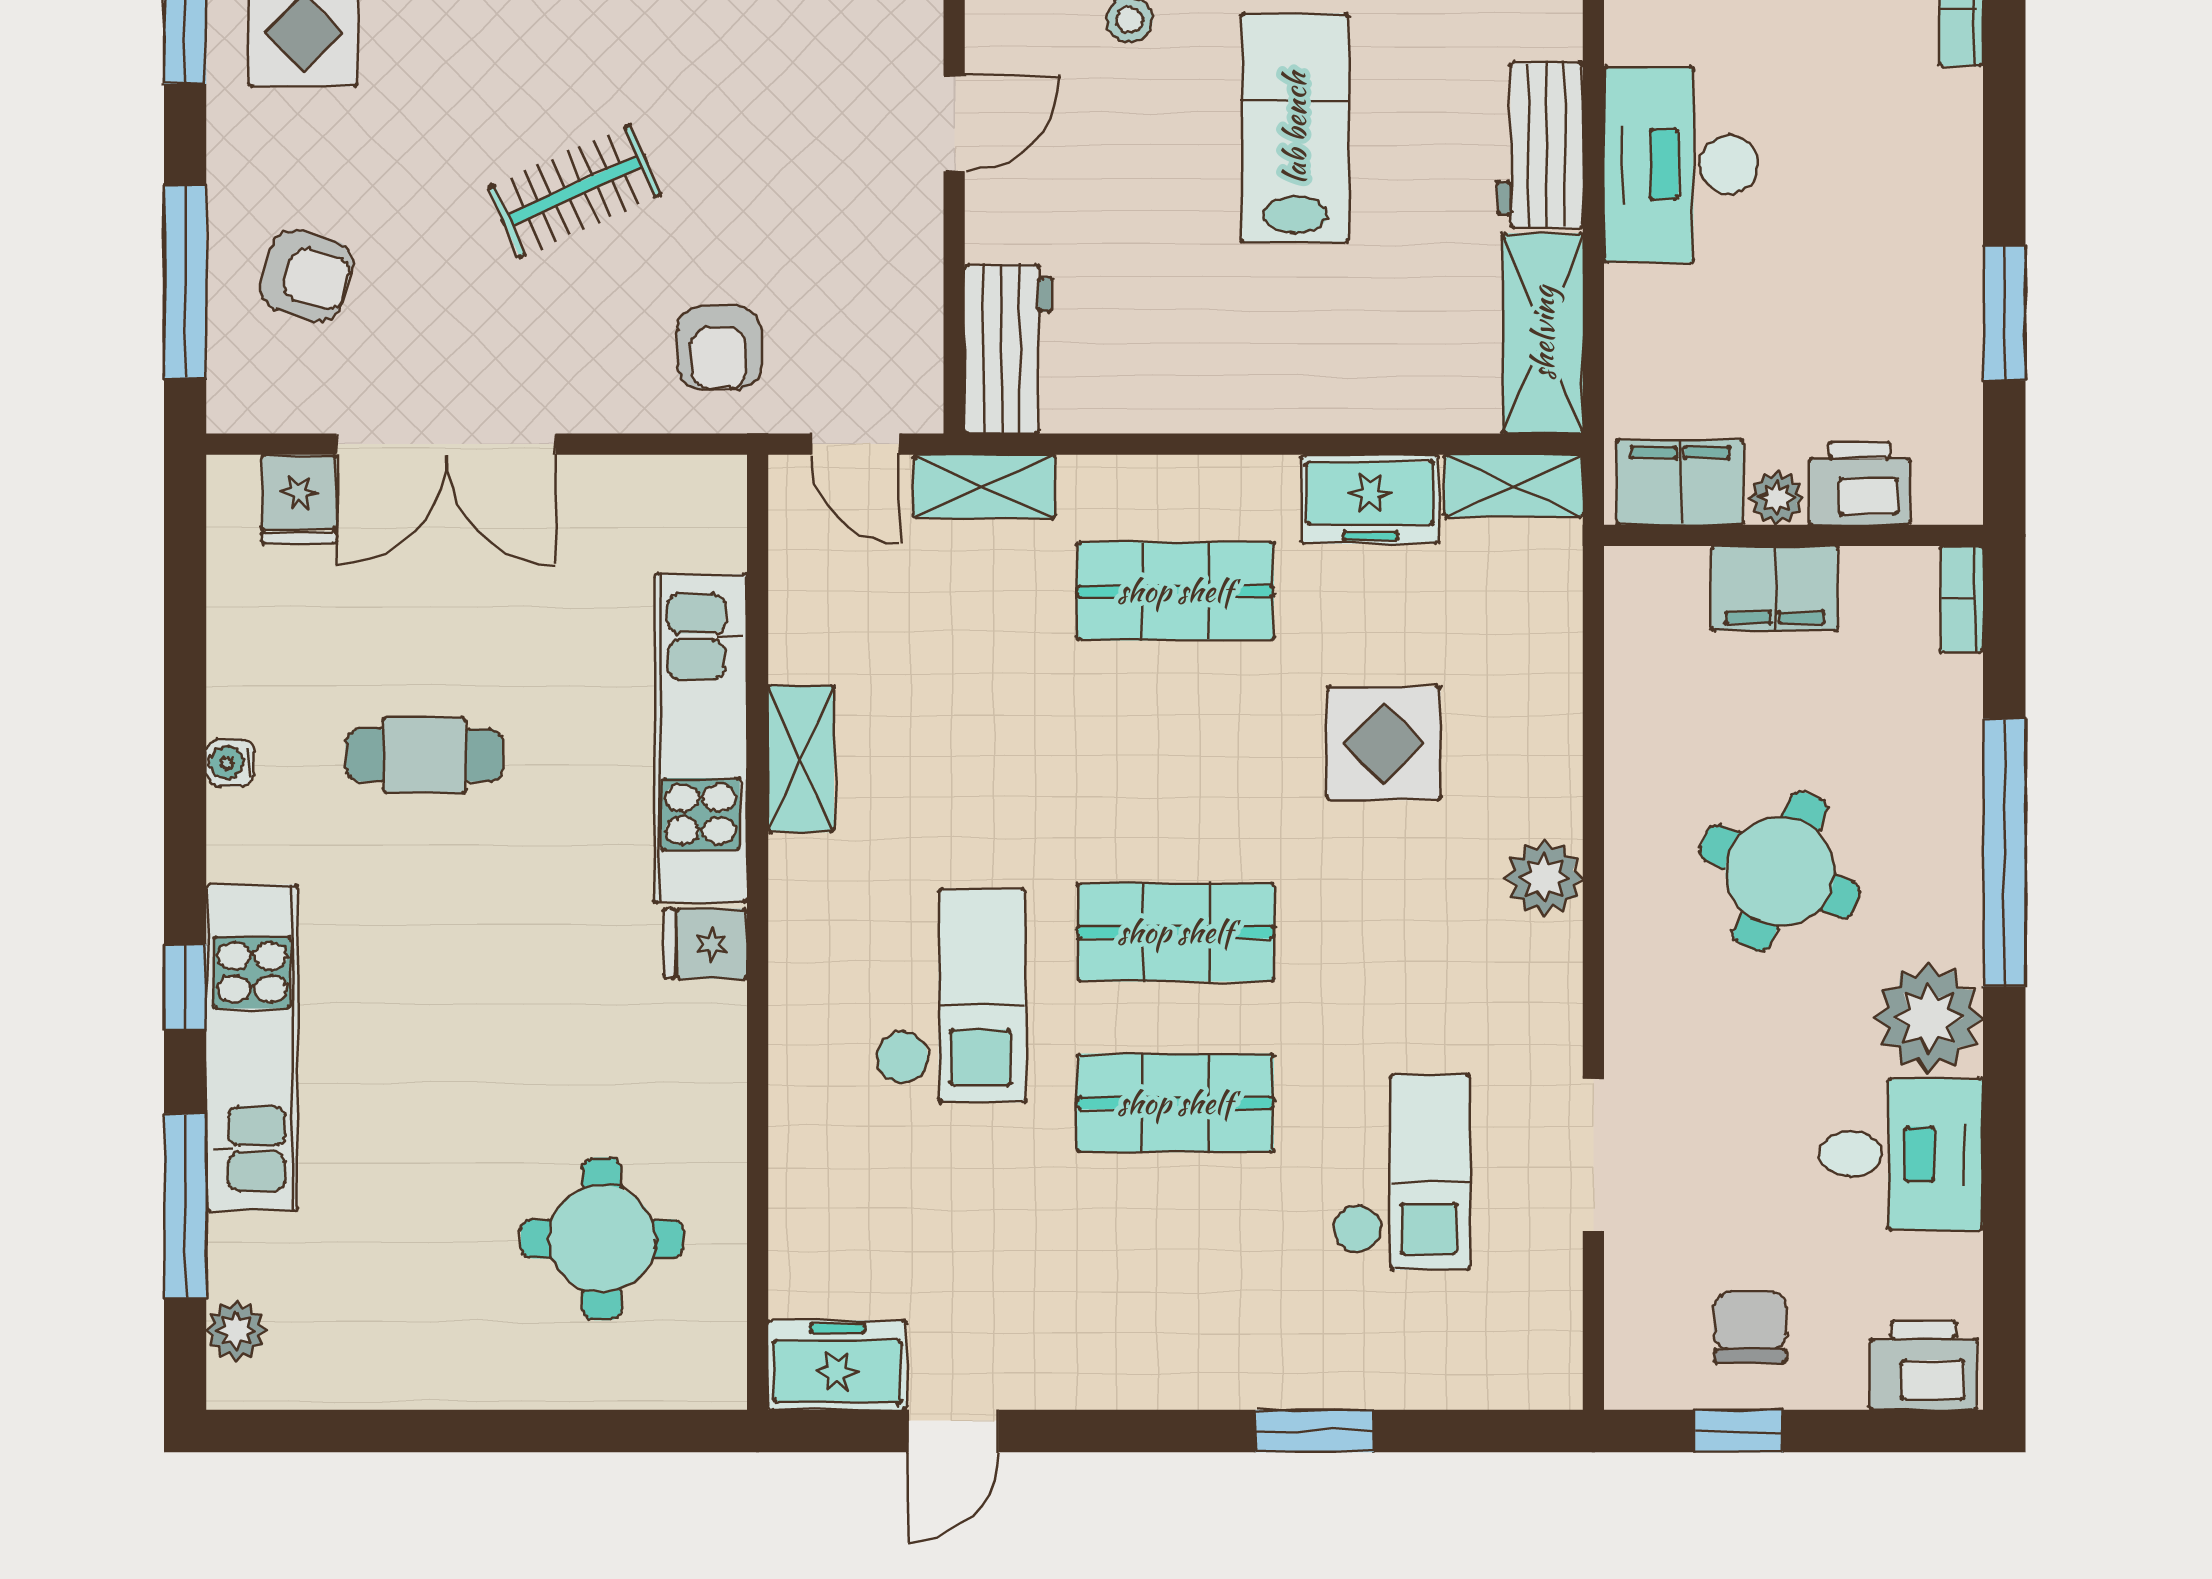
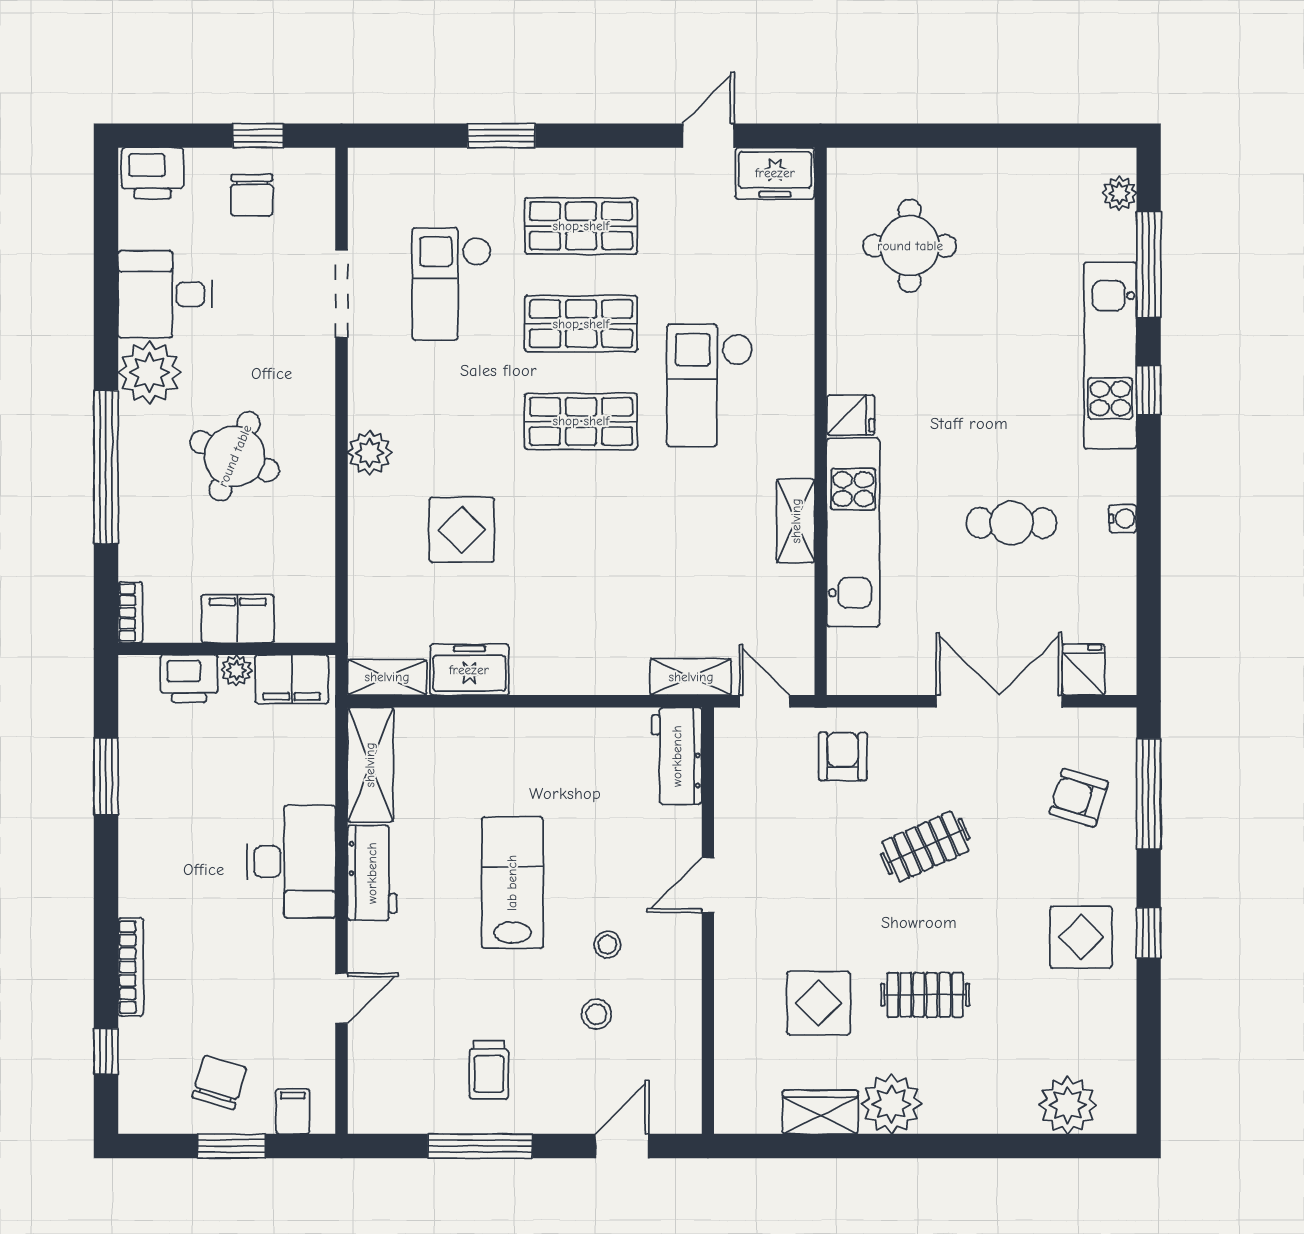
lab bench: (1295, 128) -> (512, 883), turned 180
shop shelf: (1175, 591) -> (581, 226), moved

